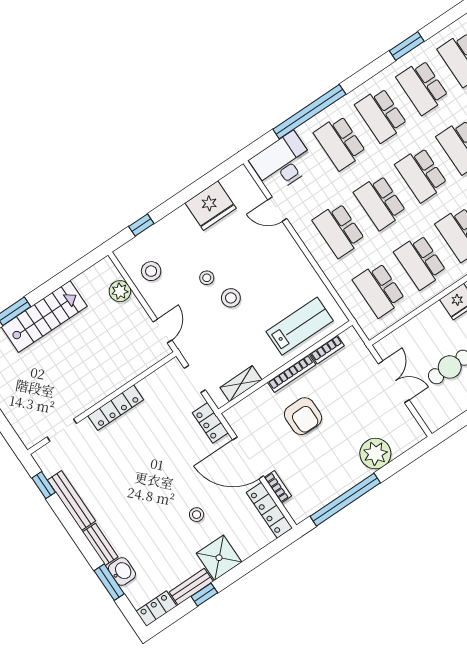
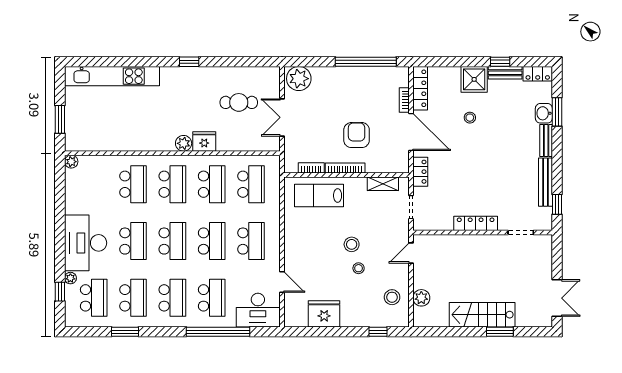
plant: (375, 454) -> (299, 79), moved

